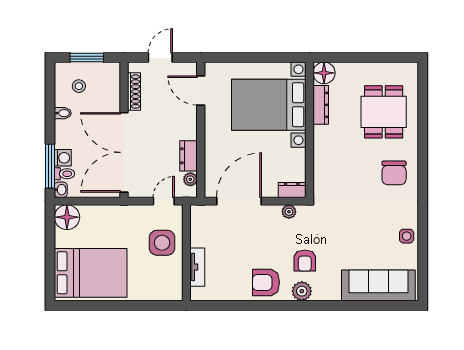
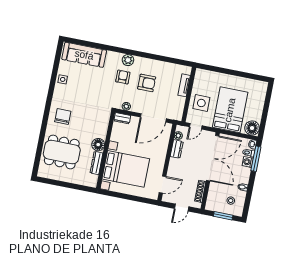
floor lamp: (324, 73) -> (98, 145), moved
door: (201, 91) -> (163, 184), hinge flipped
dining table: (384, 112) -> (62, 152), width x1.38
bed: (91, 273) -> (230, 110), moved, turned 90
armchair: (266, 282) -> (147, 83), moved

